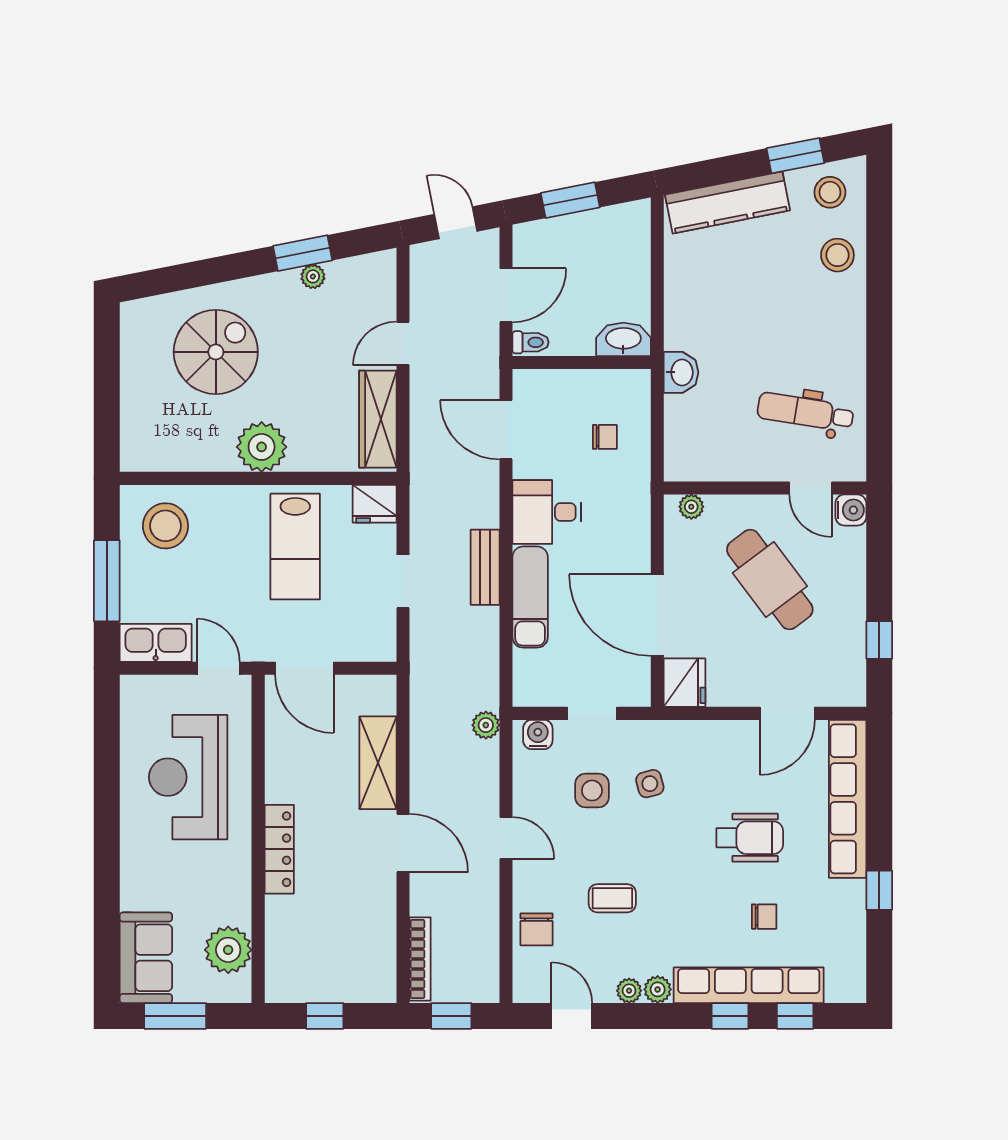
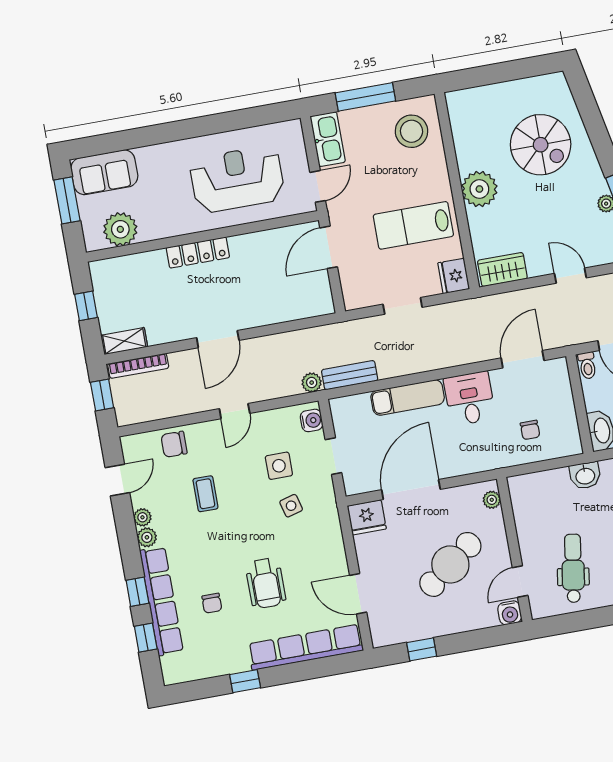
wardrobe: (378, 419) -> (502, 270), width x0.67
bench: (485, 567) -> (350, 375), moved
shelving: (378, 763) -> (124, 341), moved, width x0.67, depth x0.75

